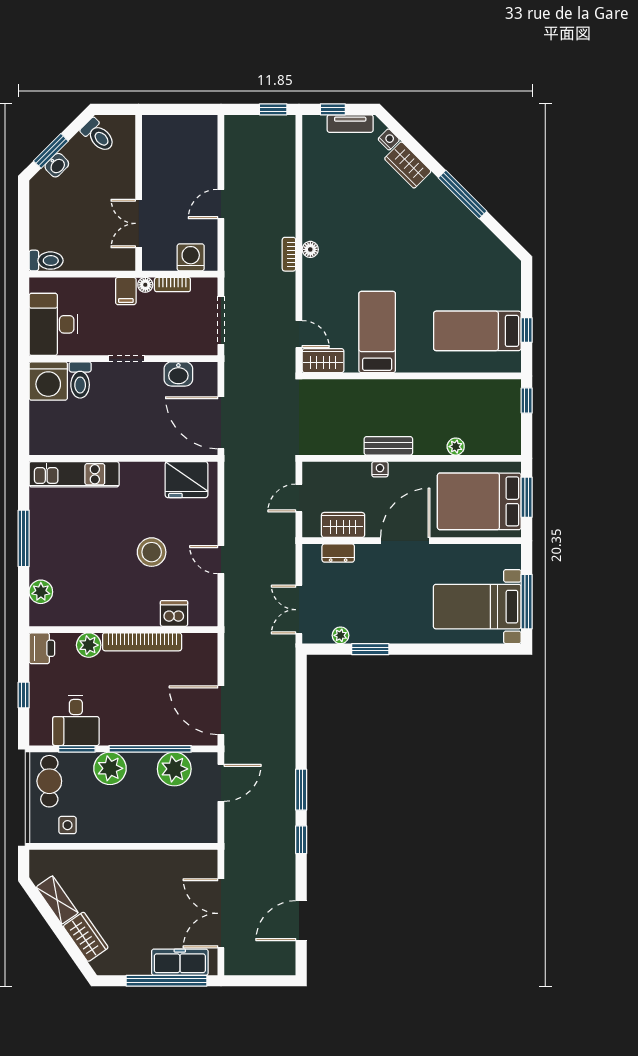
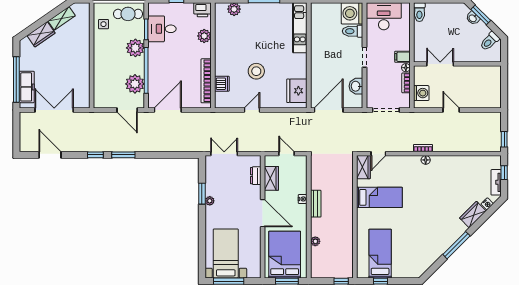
plant: (340, 635) -> (210, 201), moved
bookcase: (142, 642) -> (206, 81), moved

